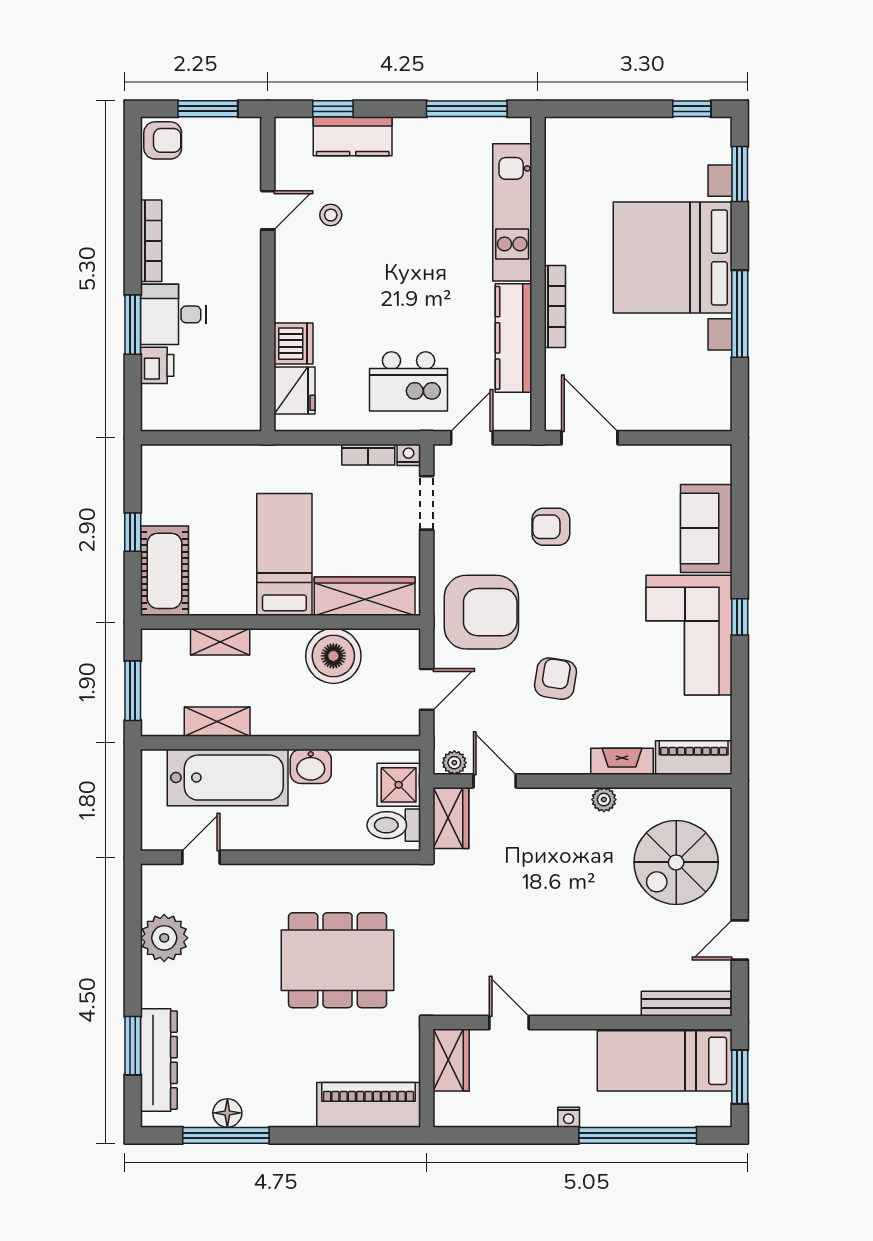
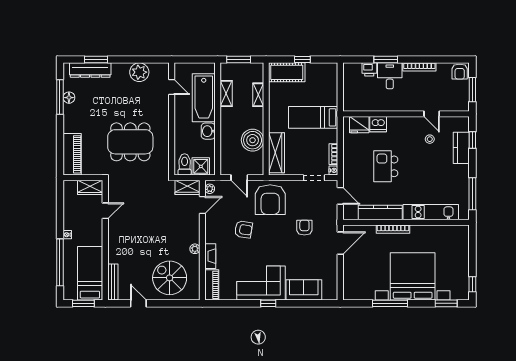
kitchen island: (409, 381) -> (386, 166), moved
bed: (284, 555) -> (313, 117), moved, turned 180
dining table: (338, 960) -> (130, 142), turned 90

